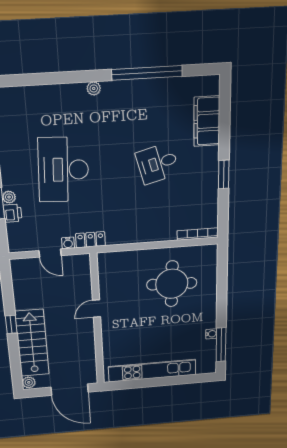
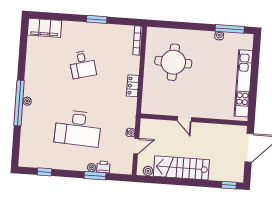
window: (147, 73) -> (19, 103), moved
filing cabinet: (207, 121) -> (45, 28), moved
locker: (90, 240) -> (133, 86), moved
window: (11, 324) -> (229, 185), moved
stairs: (32, 343) -> (181, 168), moved
plant: (29, 382) -> (148, 171), moved

